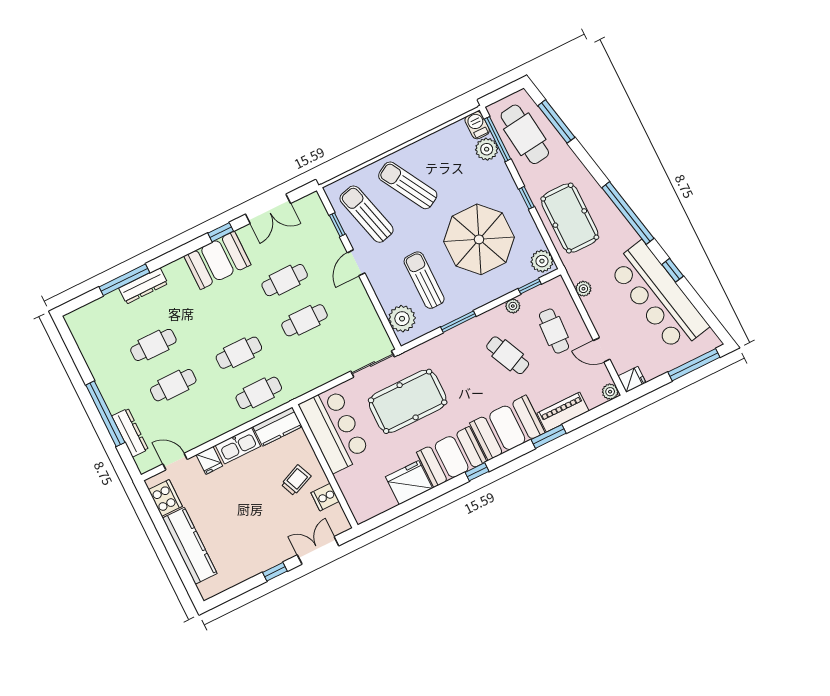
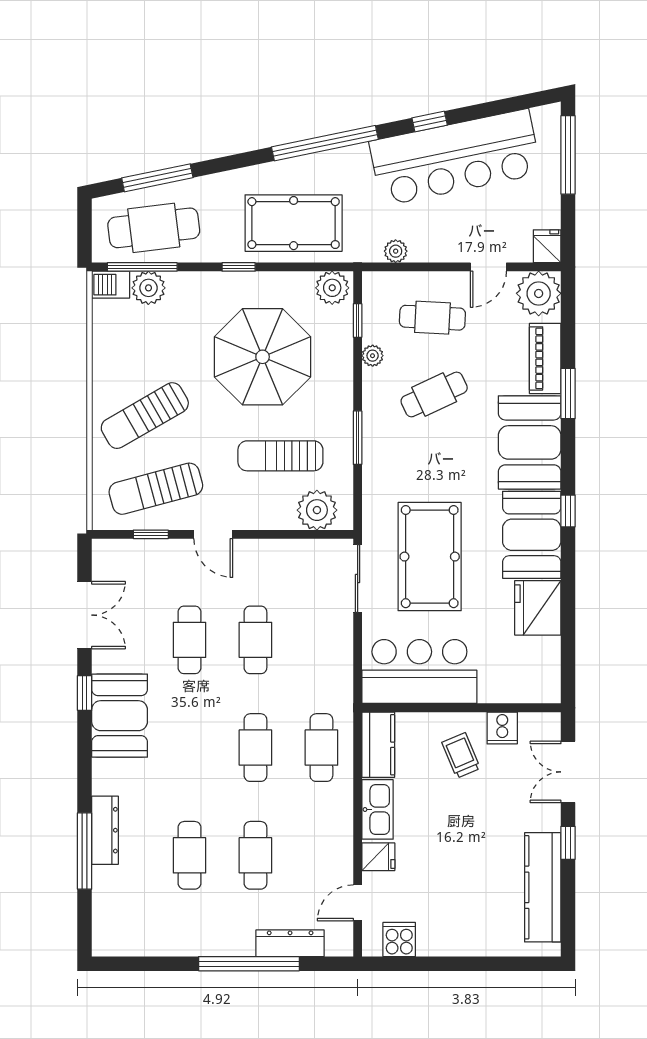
plant: (610, 392) -> (539, 293), width x1.88, depth x1.88
cooker: (165, 498) -> (399, 940), width x0.73
kitchen counter: (190, 546) -> (543, 887), moved, turned -90

